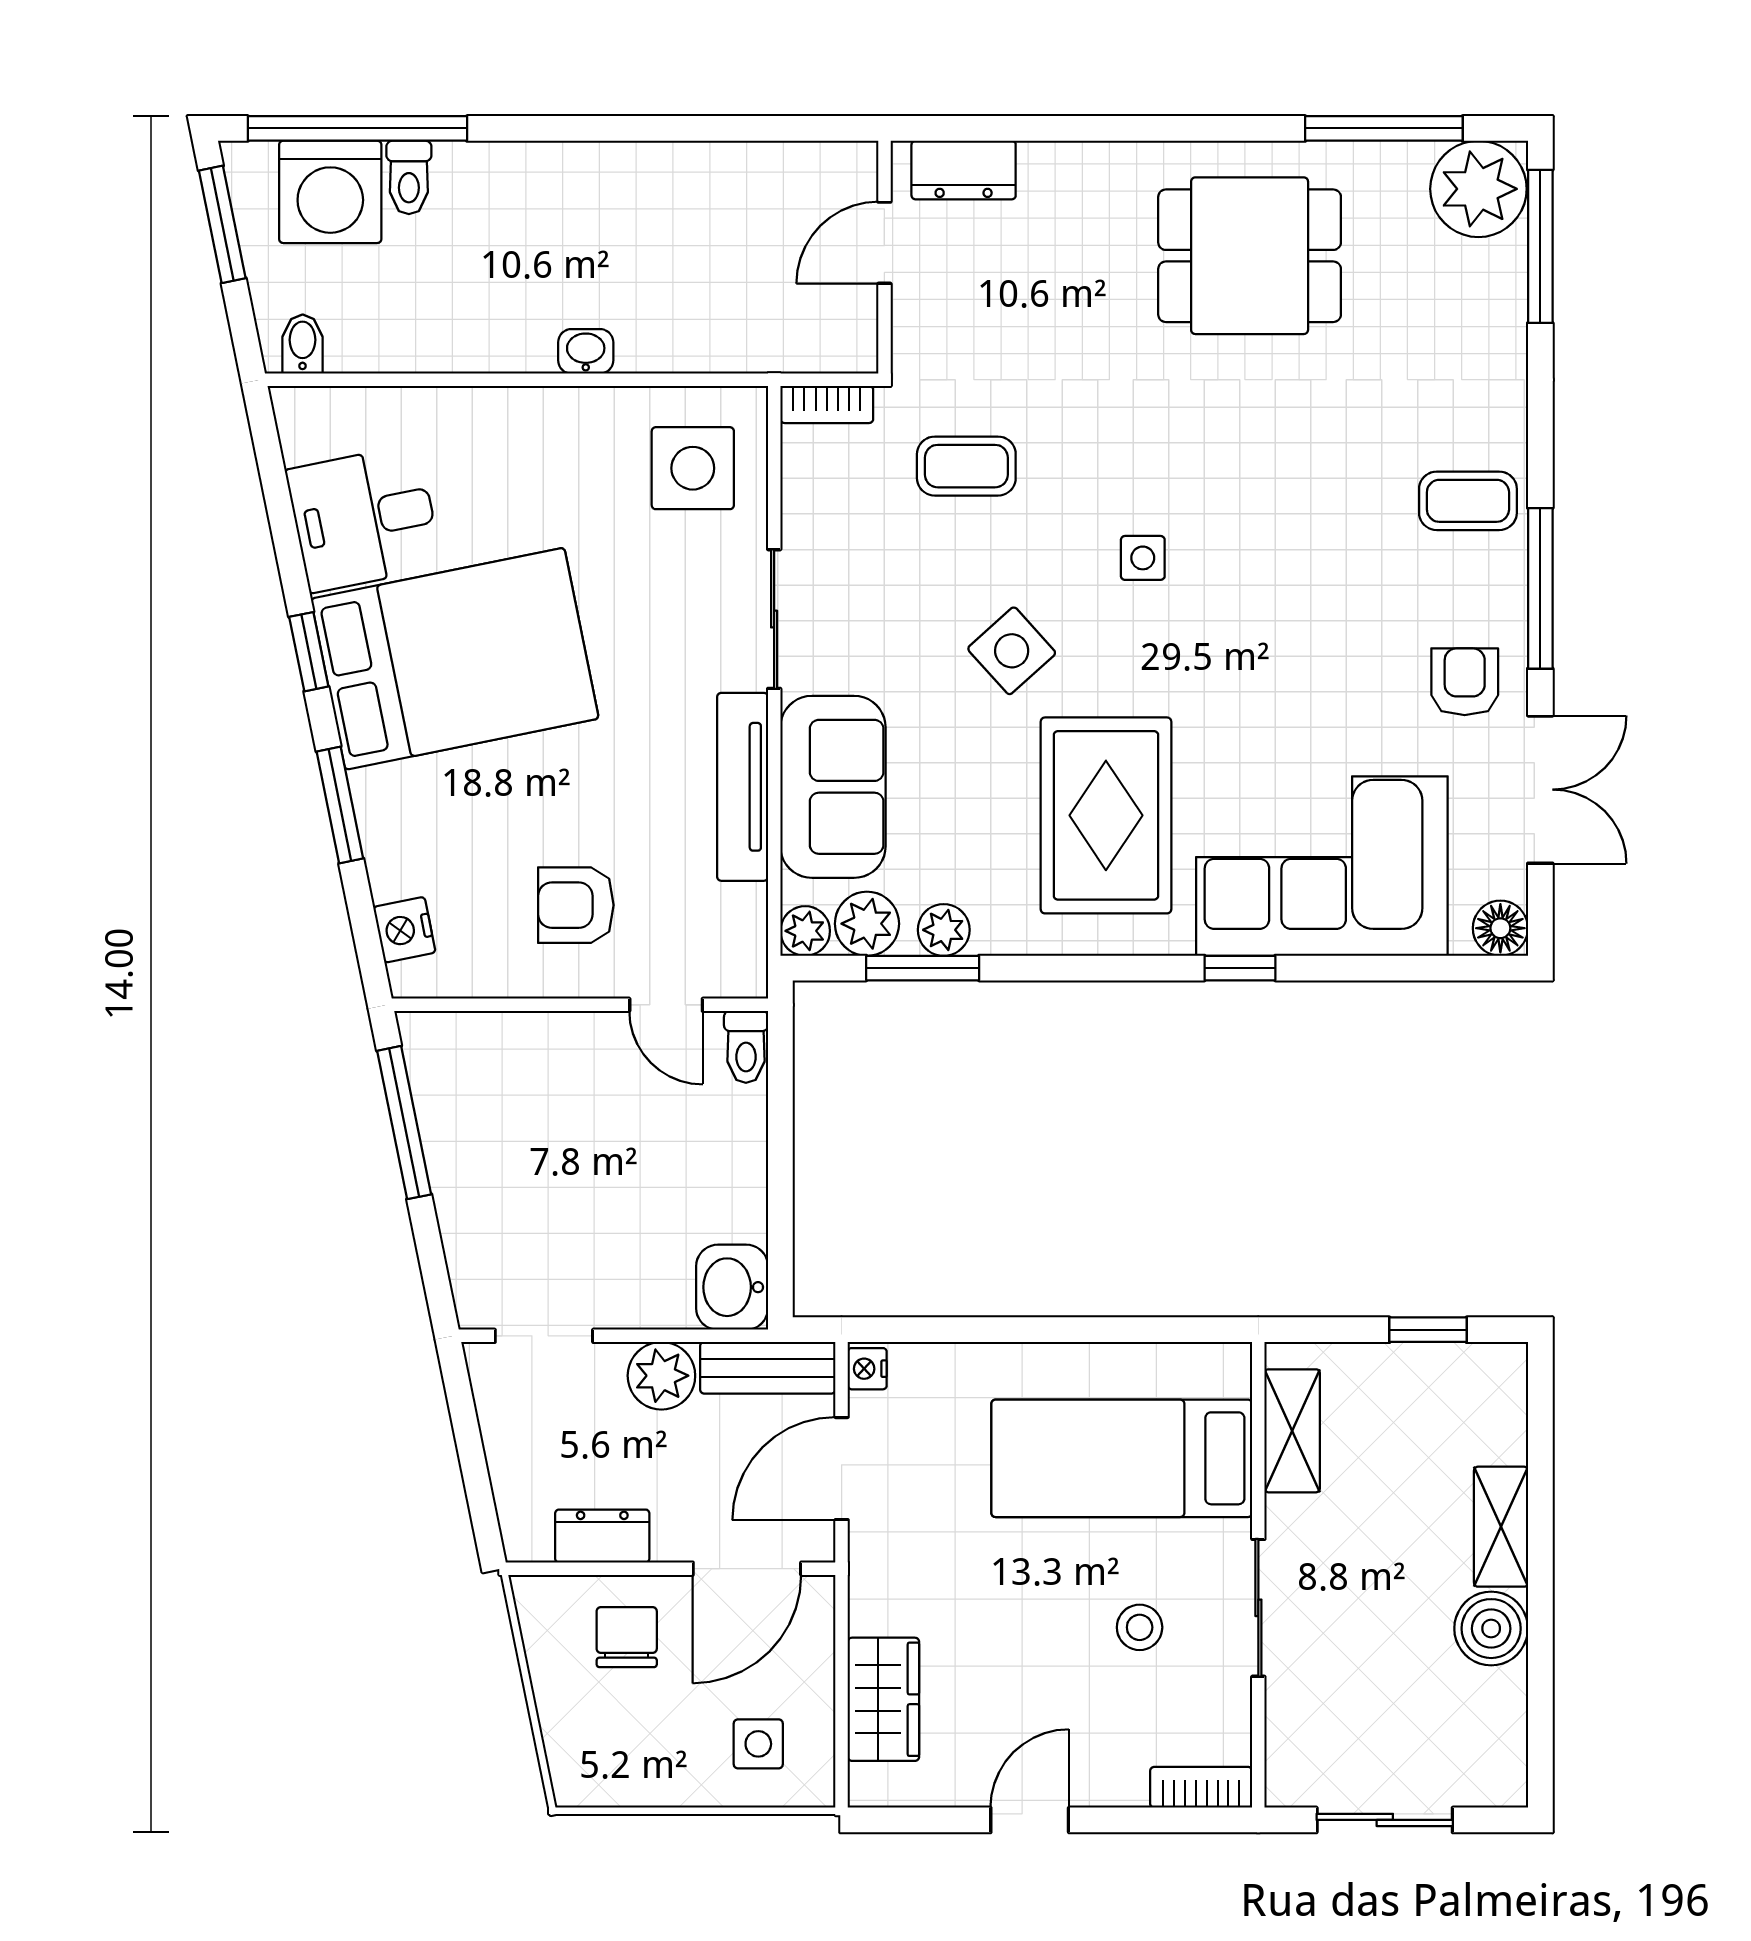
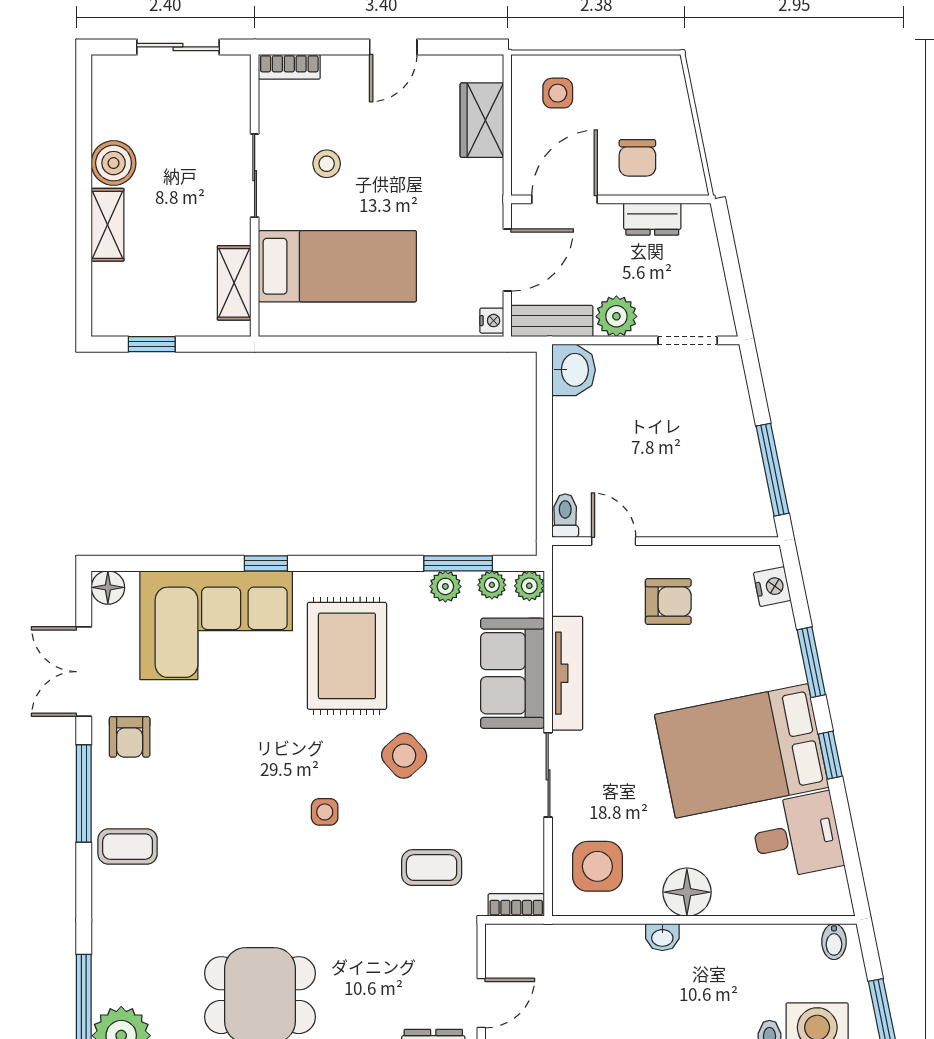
floor lamp: (545, 426) -> (687, 892), added
plant: (867, 924) -> (492, 585), width x0.73, depth x0.73

